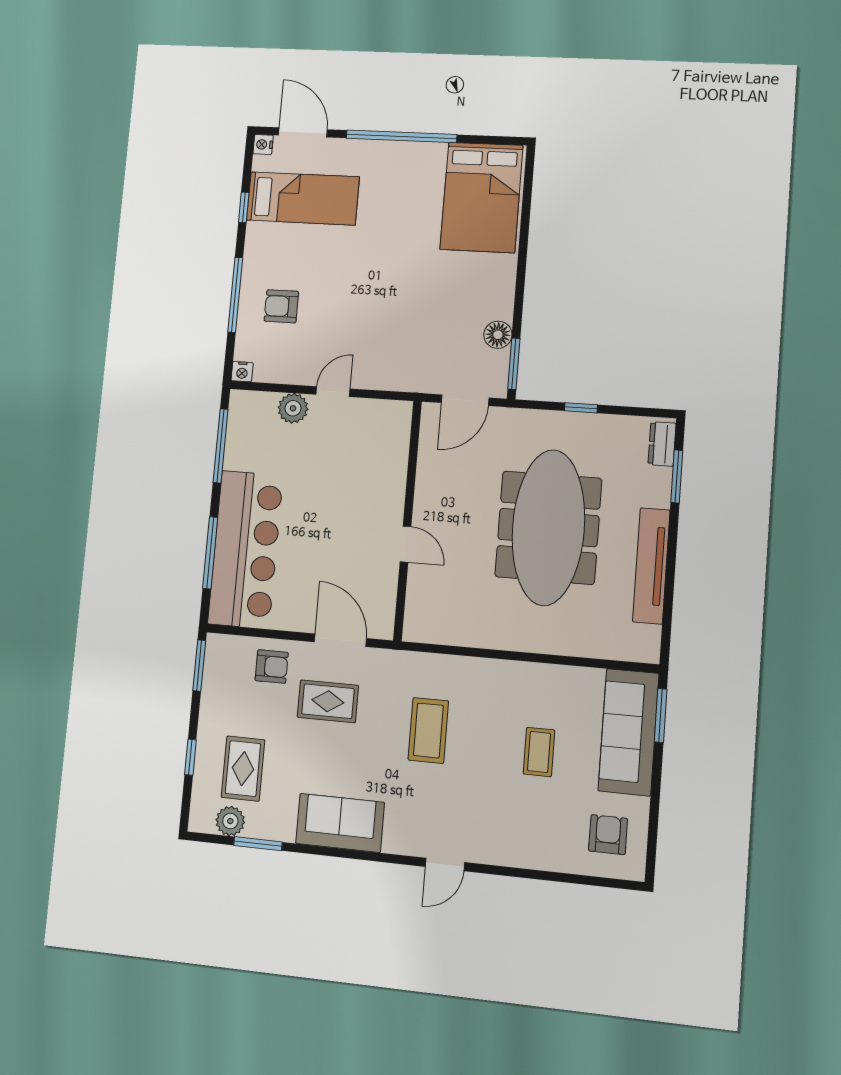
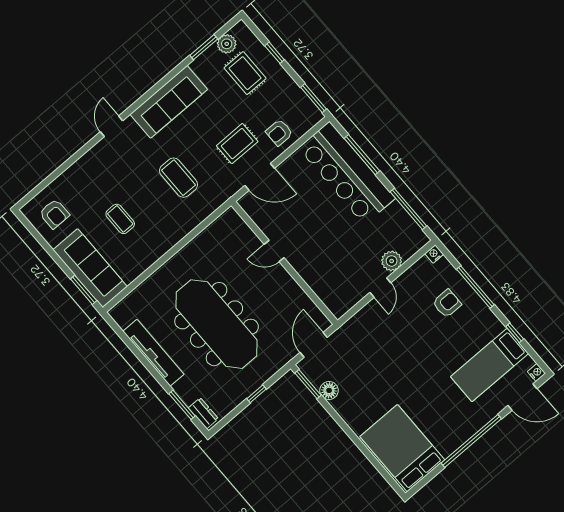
sofa: (340, 823) -> (169, 102), width x1.36

